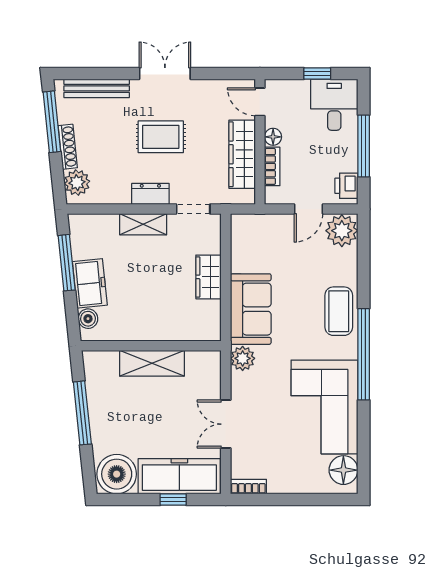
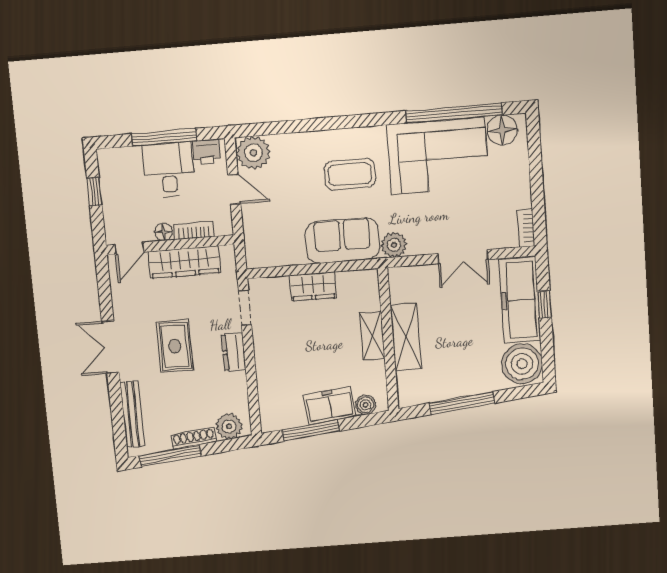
desk: (334, 105) -> (169, 170), moved, turned 90
shelving: (143, 224) -> (372, 336), moved
coffee table: (339, 311) -> (350, 174), moved
window: (364, 354) -> (454, 113), moved

